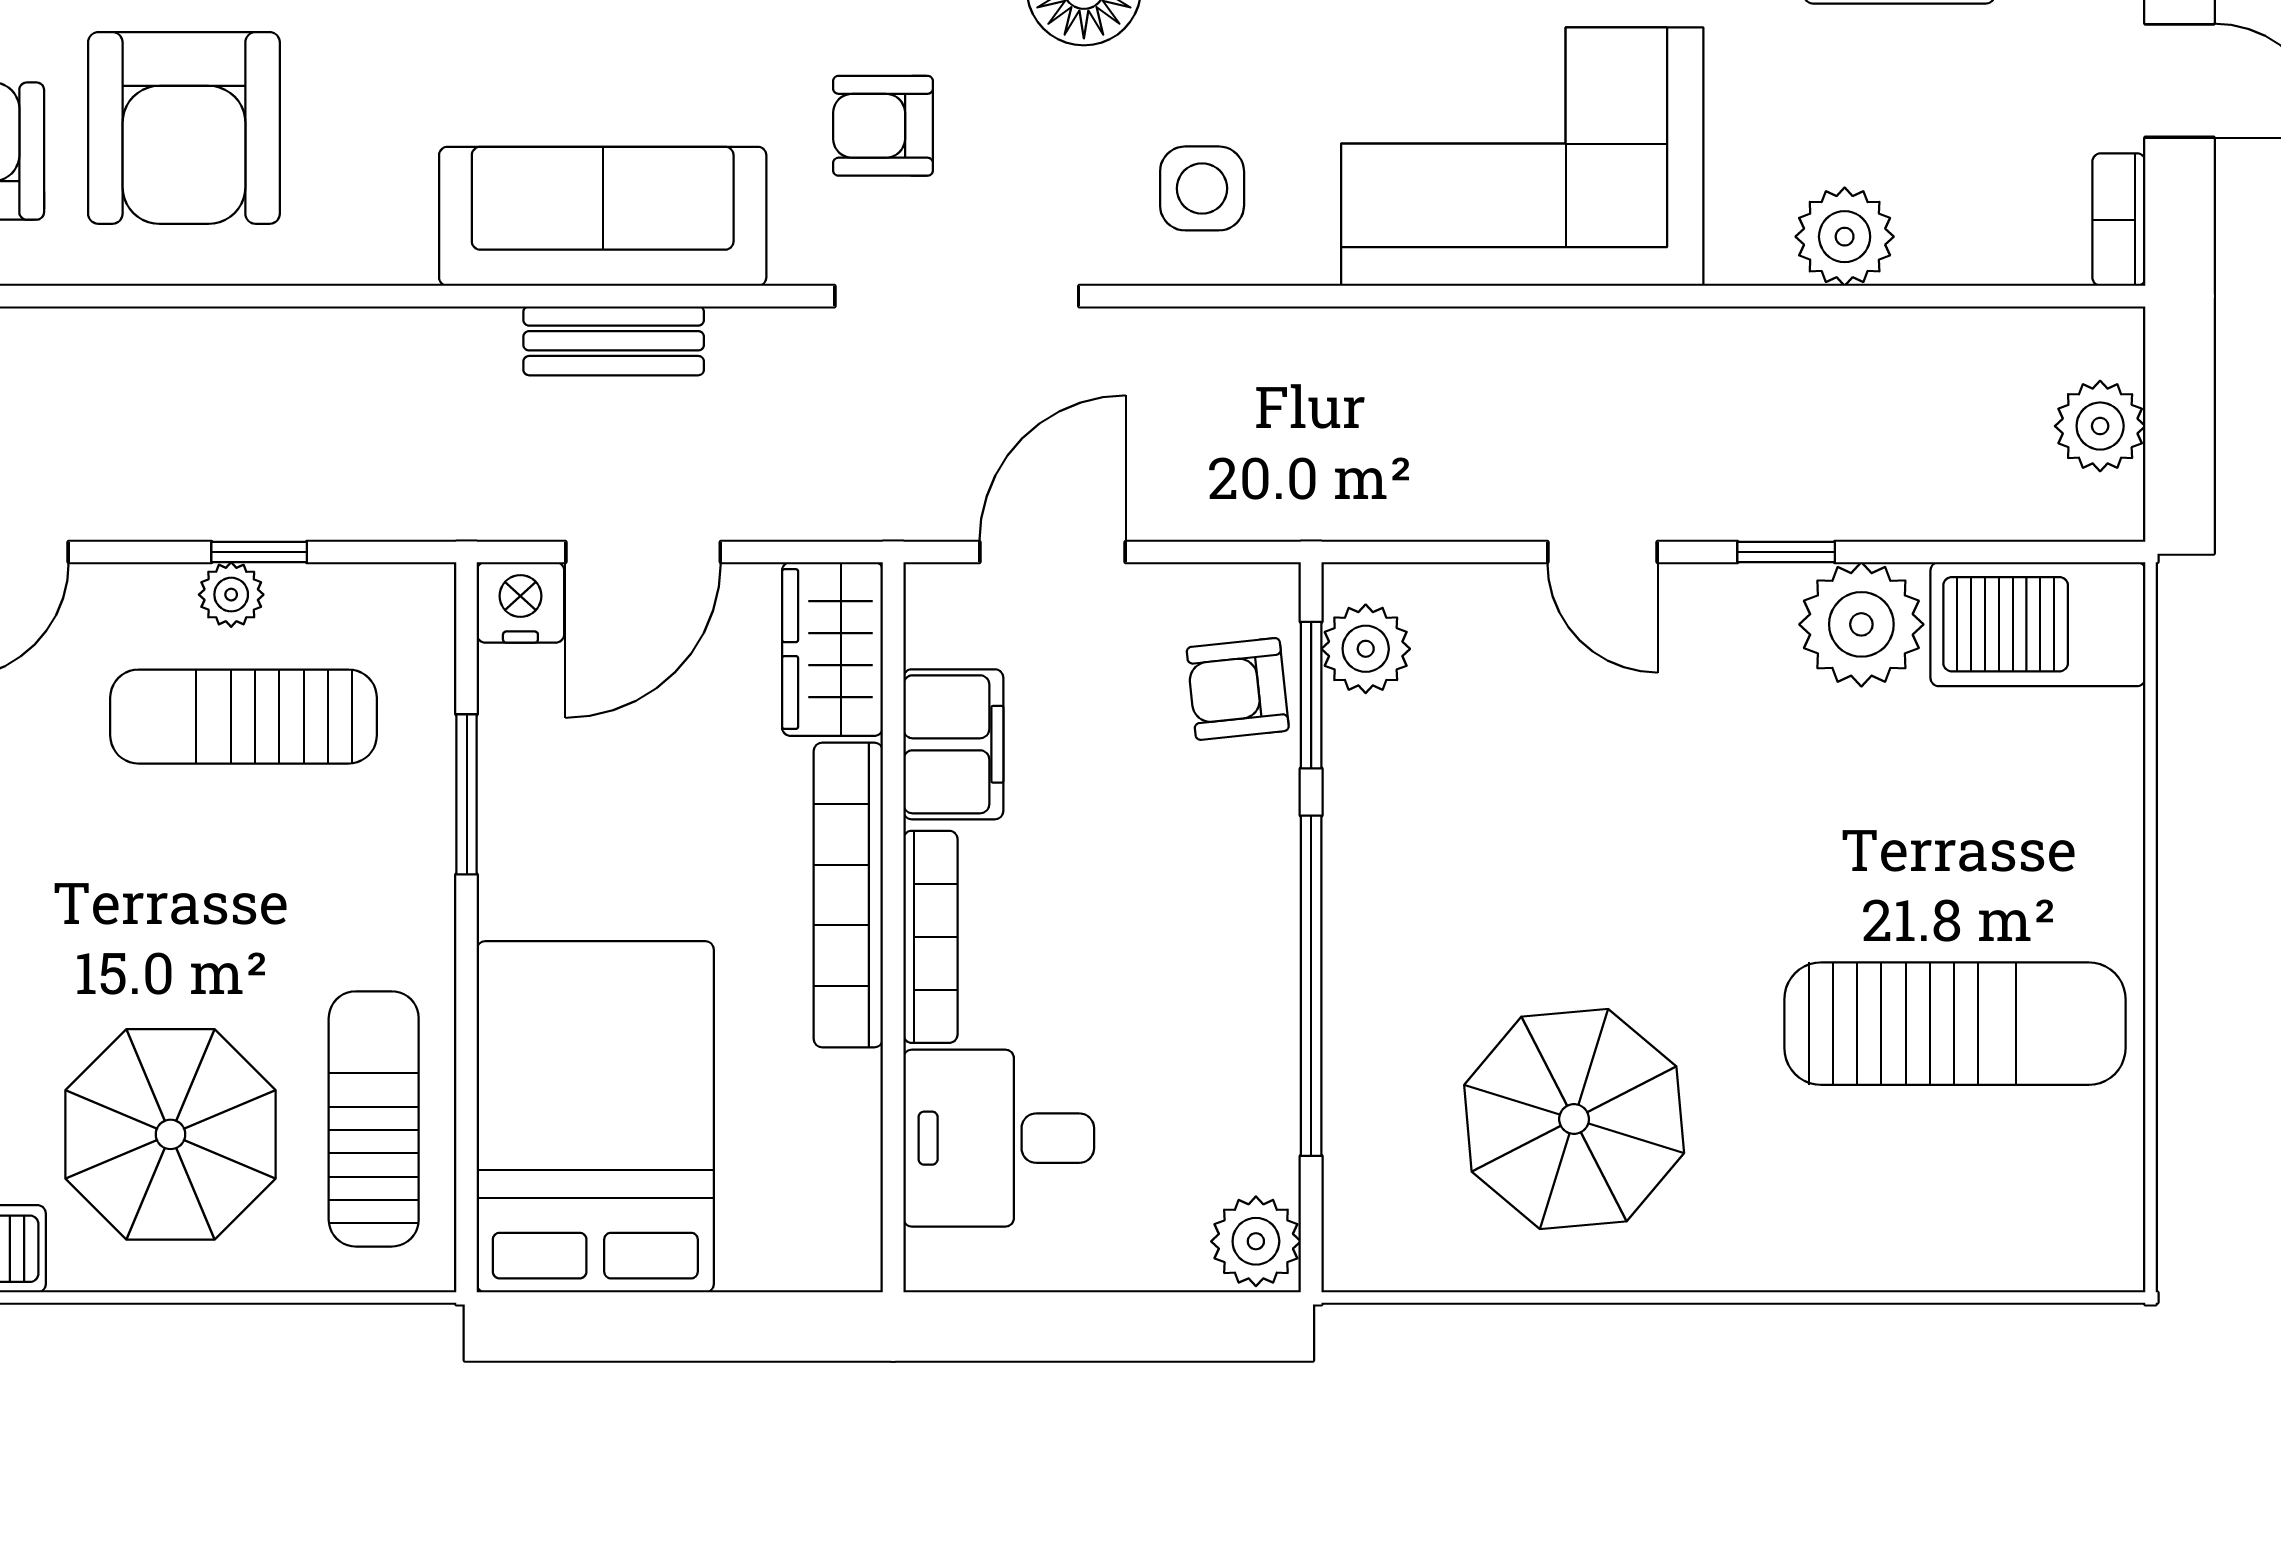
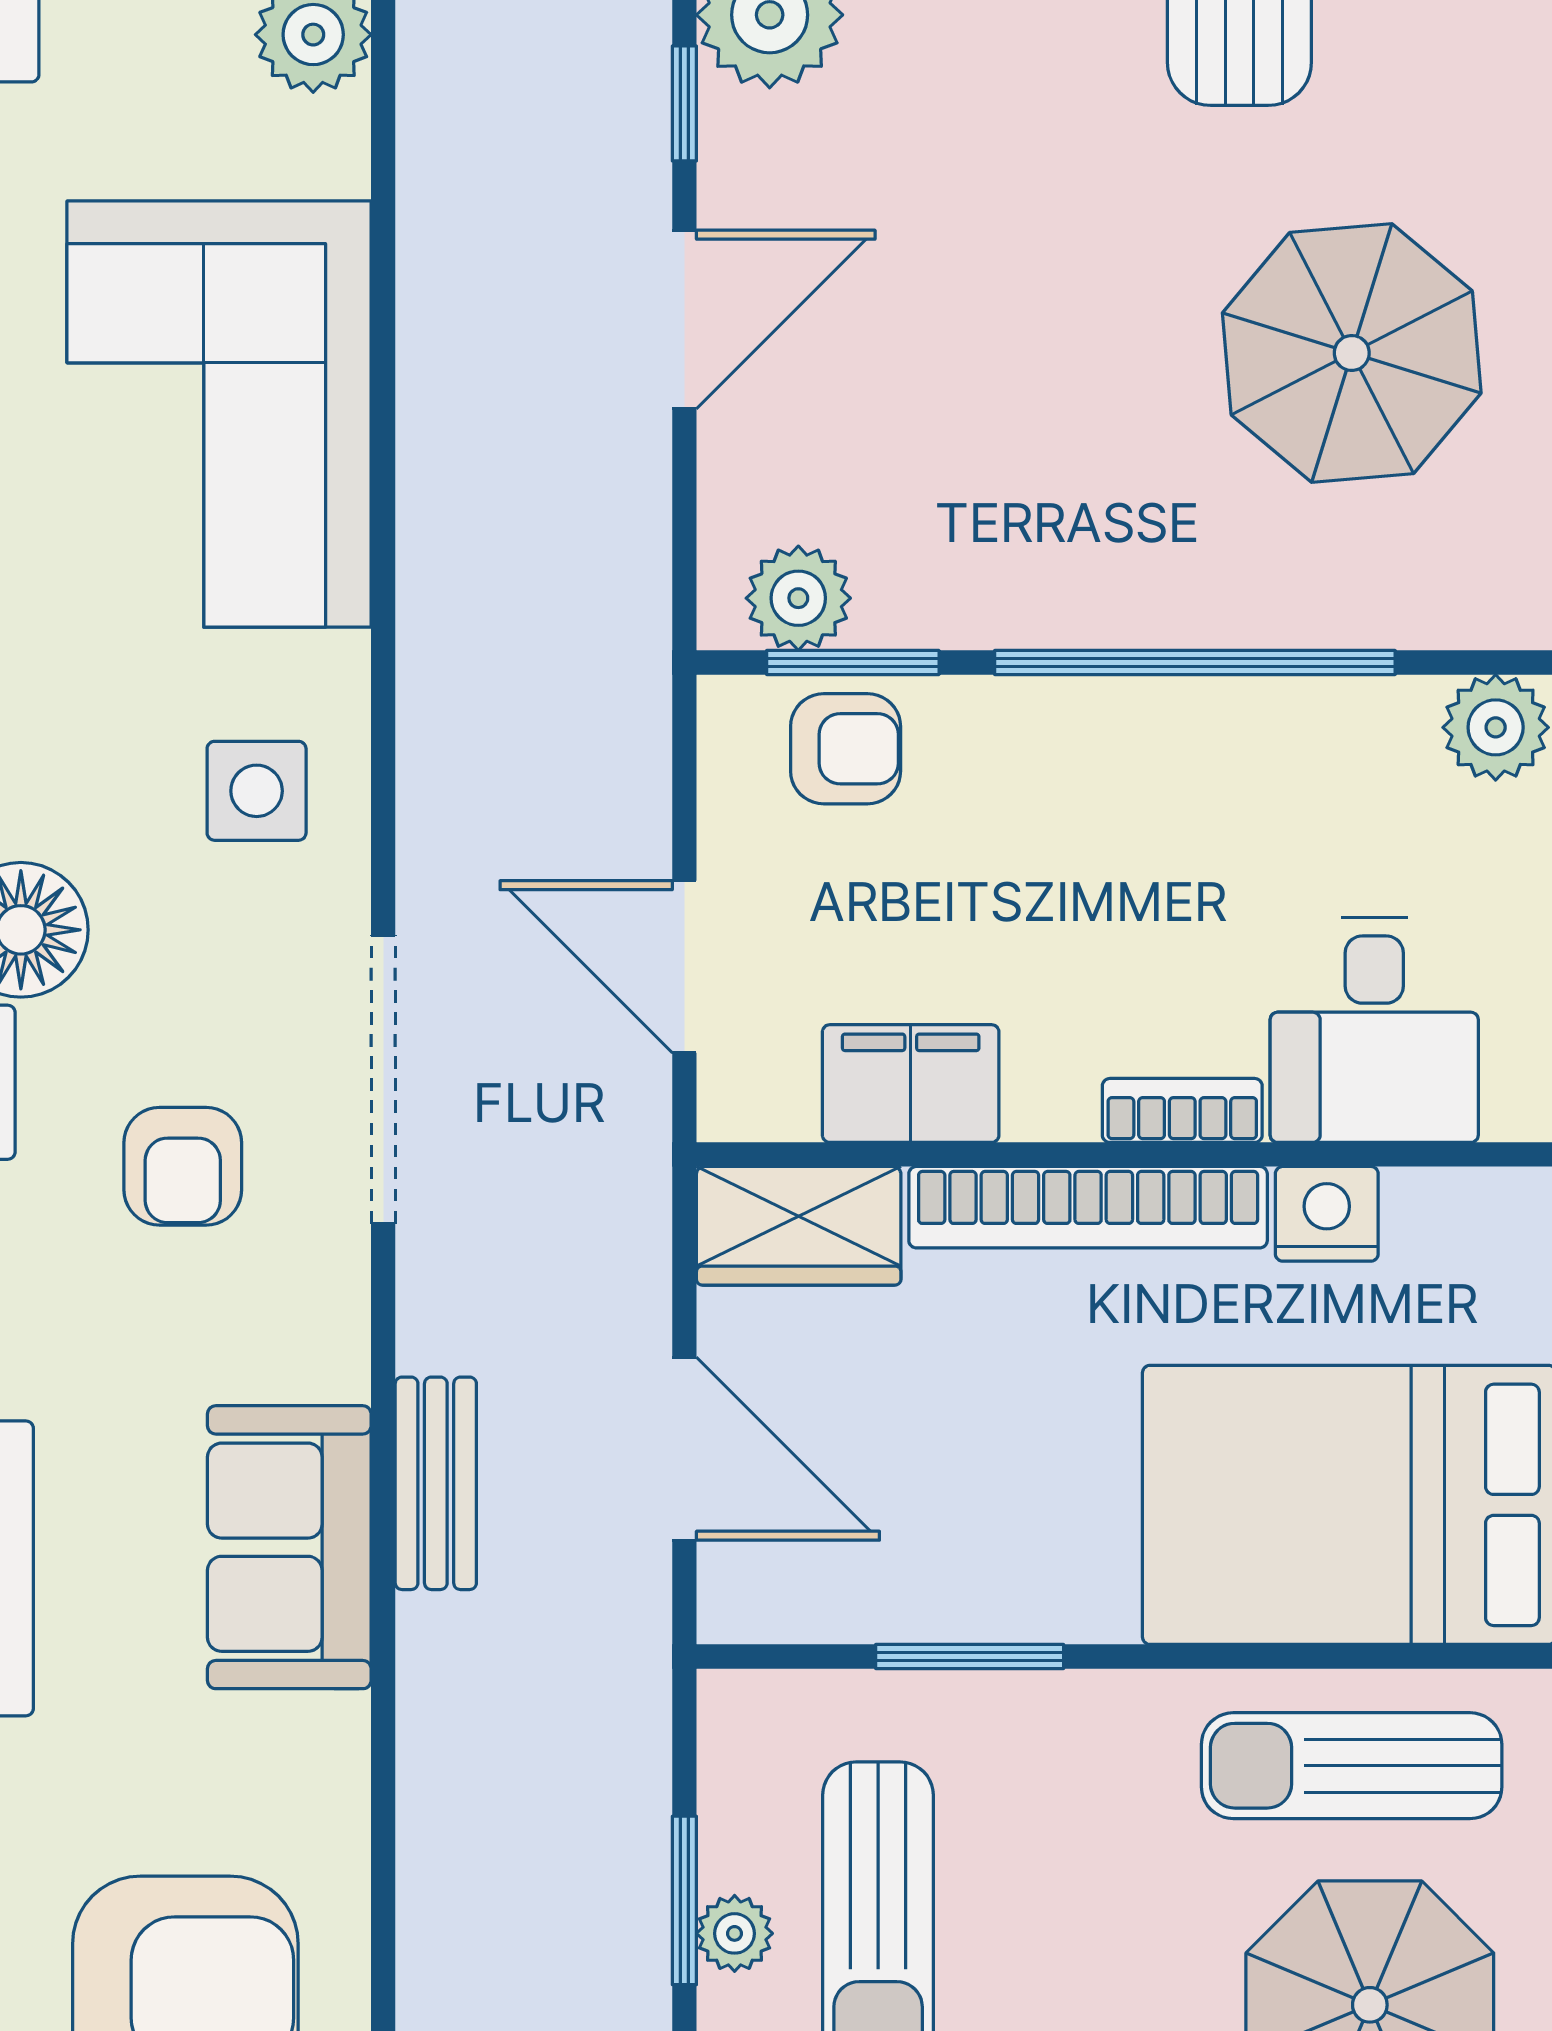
sofa: (603, 216) -> (289, 1547), width x0.73
window: (259, 552) -> (684, 1900), width x1.50
door: (1602, 552) -> (684, 319), width x1.38
nightstand: (520, 602) -> (1327, 1214), moved, turned 90
armchair: (1238, 689) -> (846, 749), turned -84
bookcase: (930, 937) -> (1182, 1110), width x0.64

